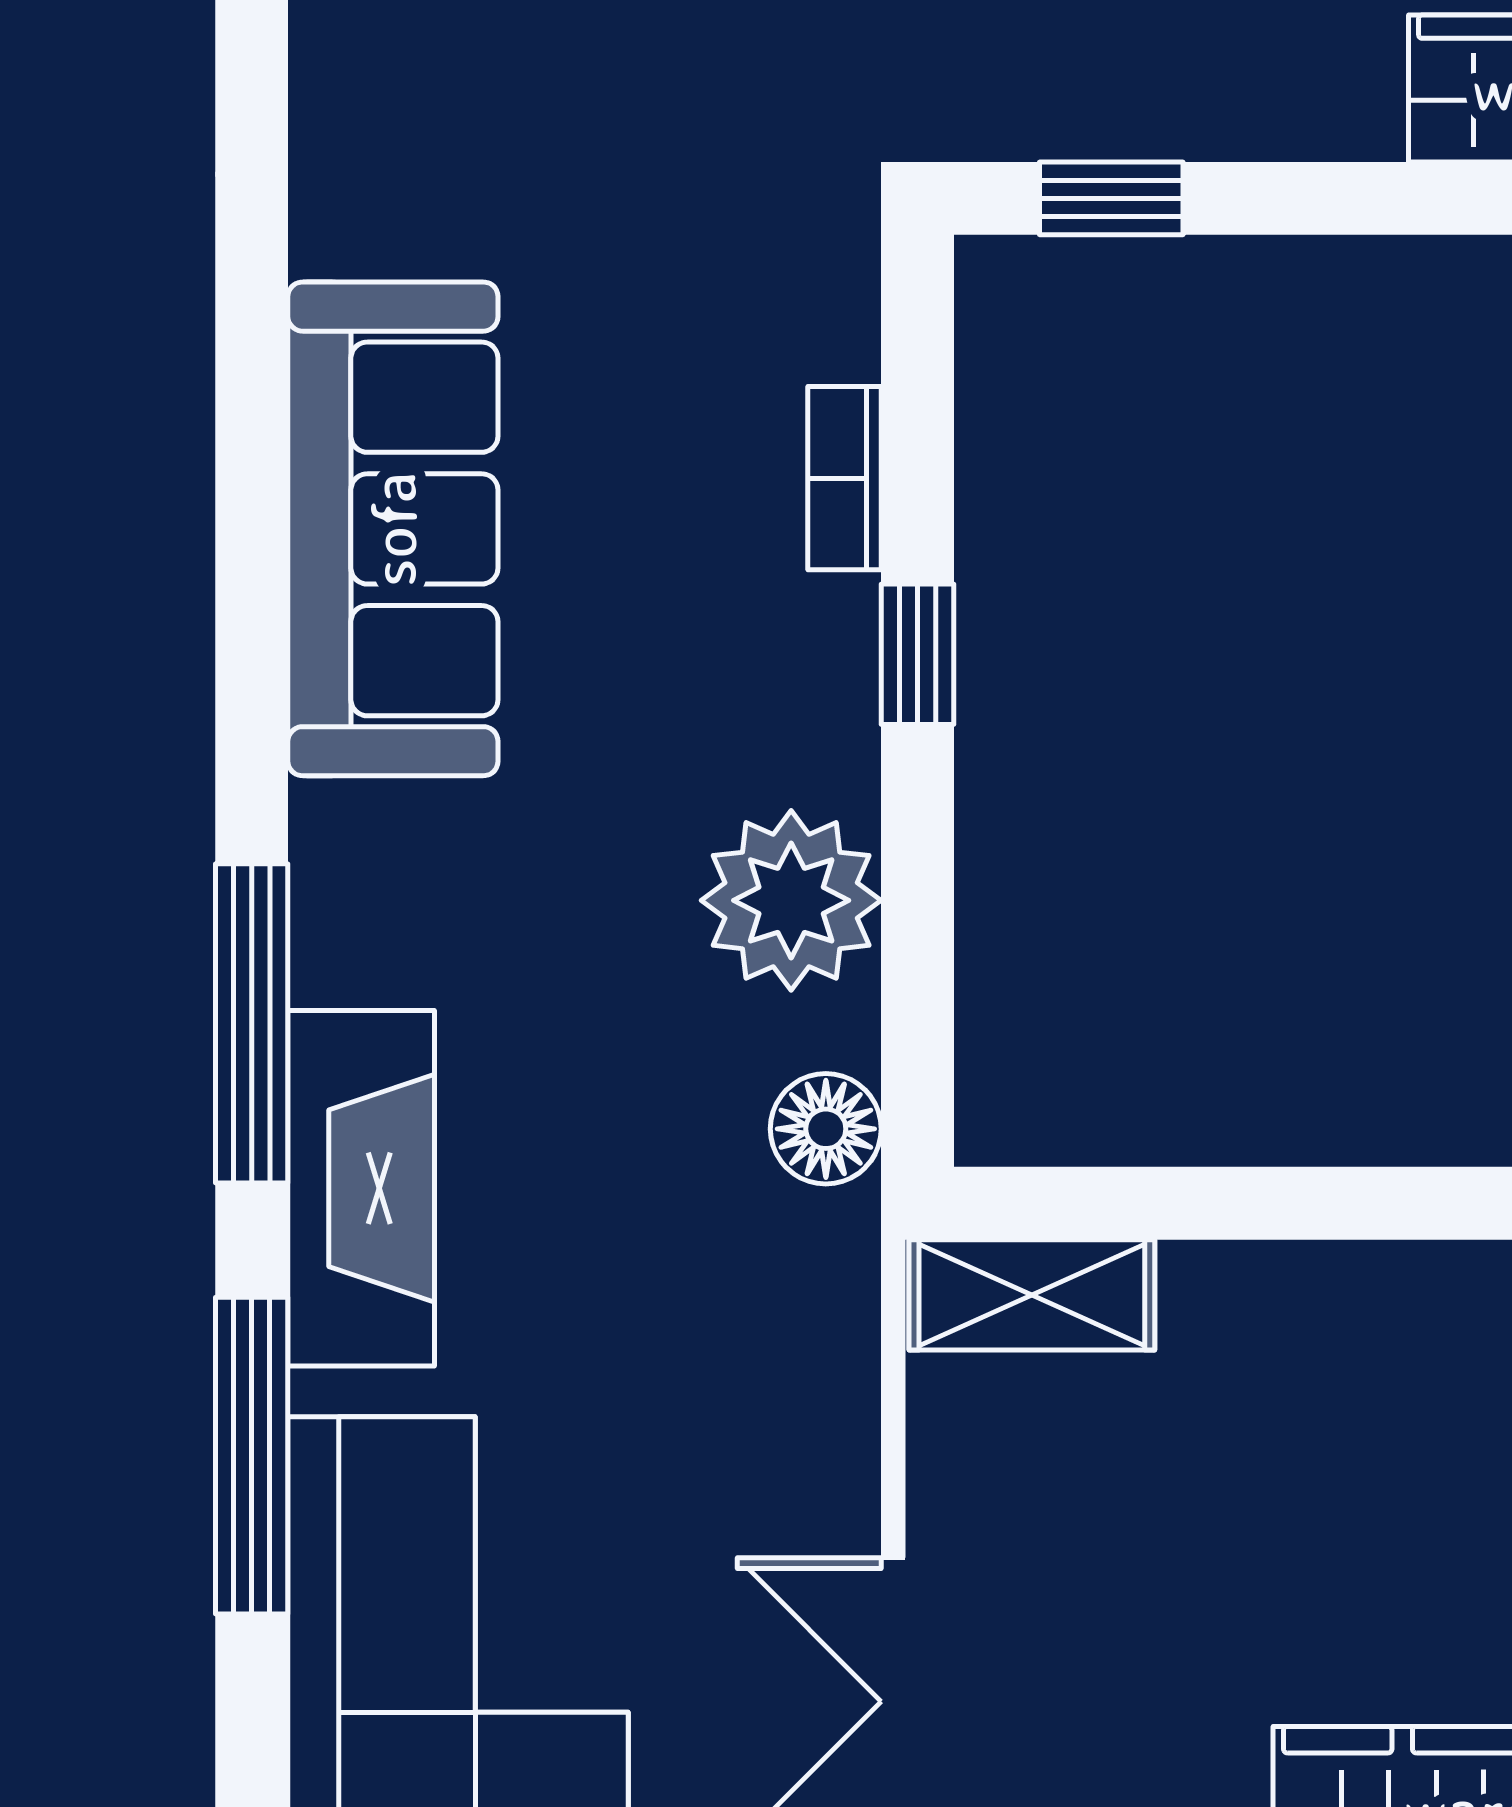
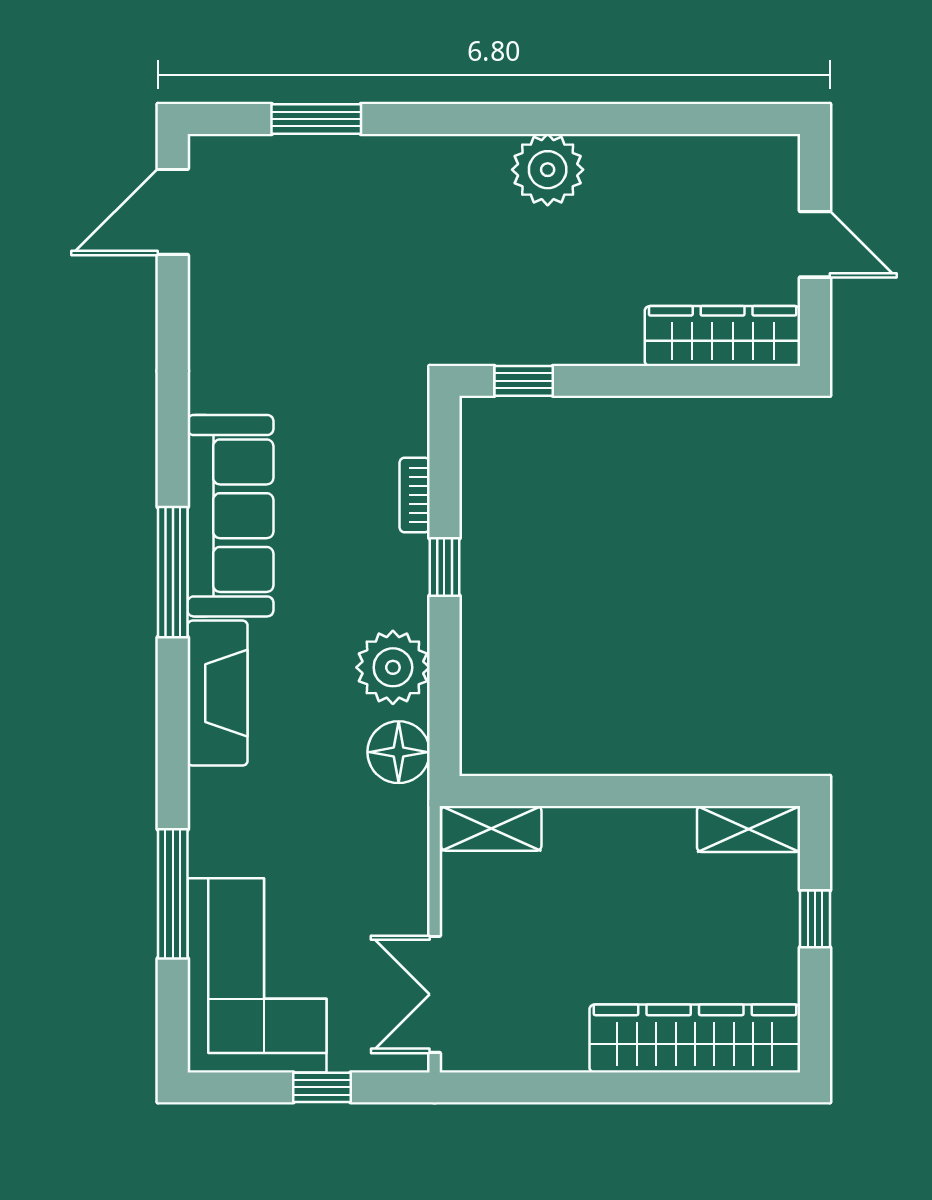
window: (252, 1023) -> (173, 572), moved
floor lamp: (826, 1129) -> (399, 752), width x1.38, depth x1.38
fireplace: (361, 1188) -> (217, 693), moved

